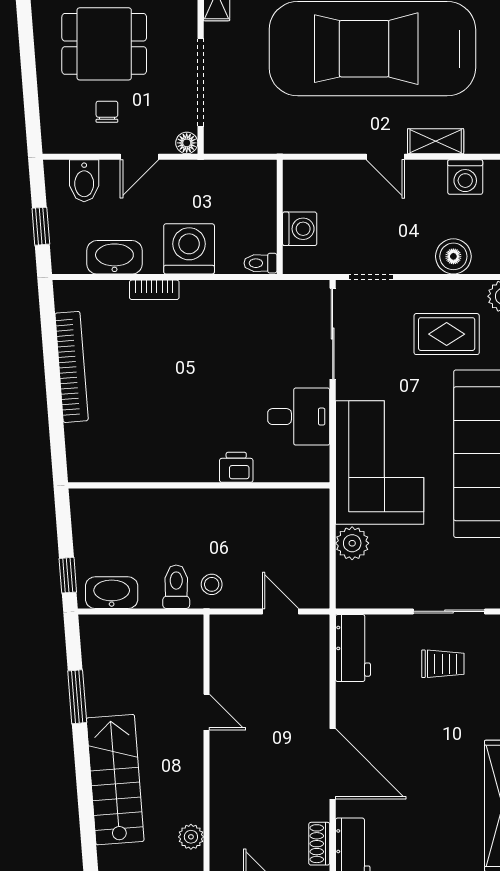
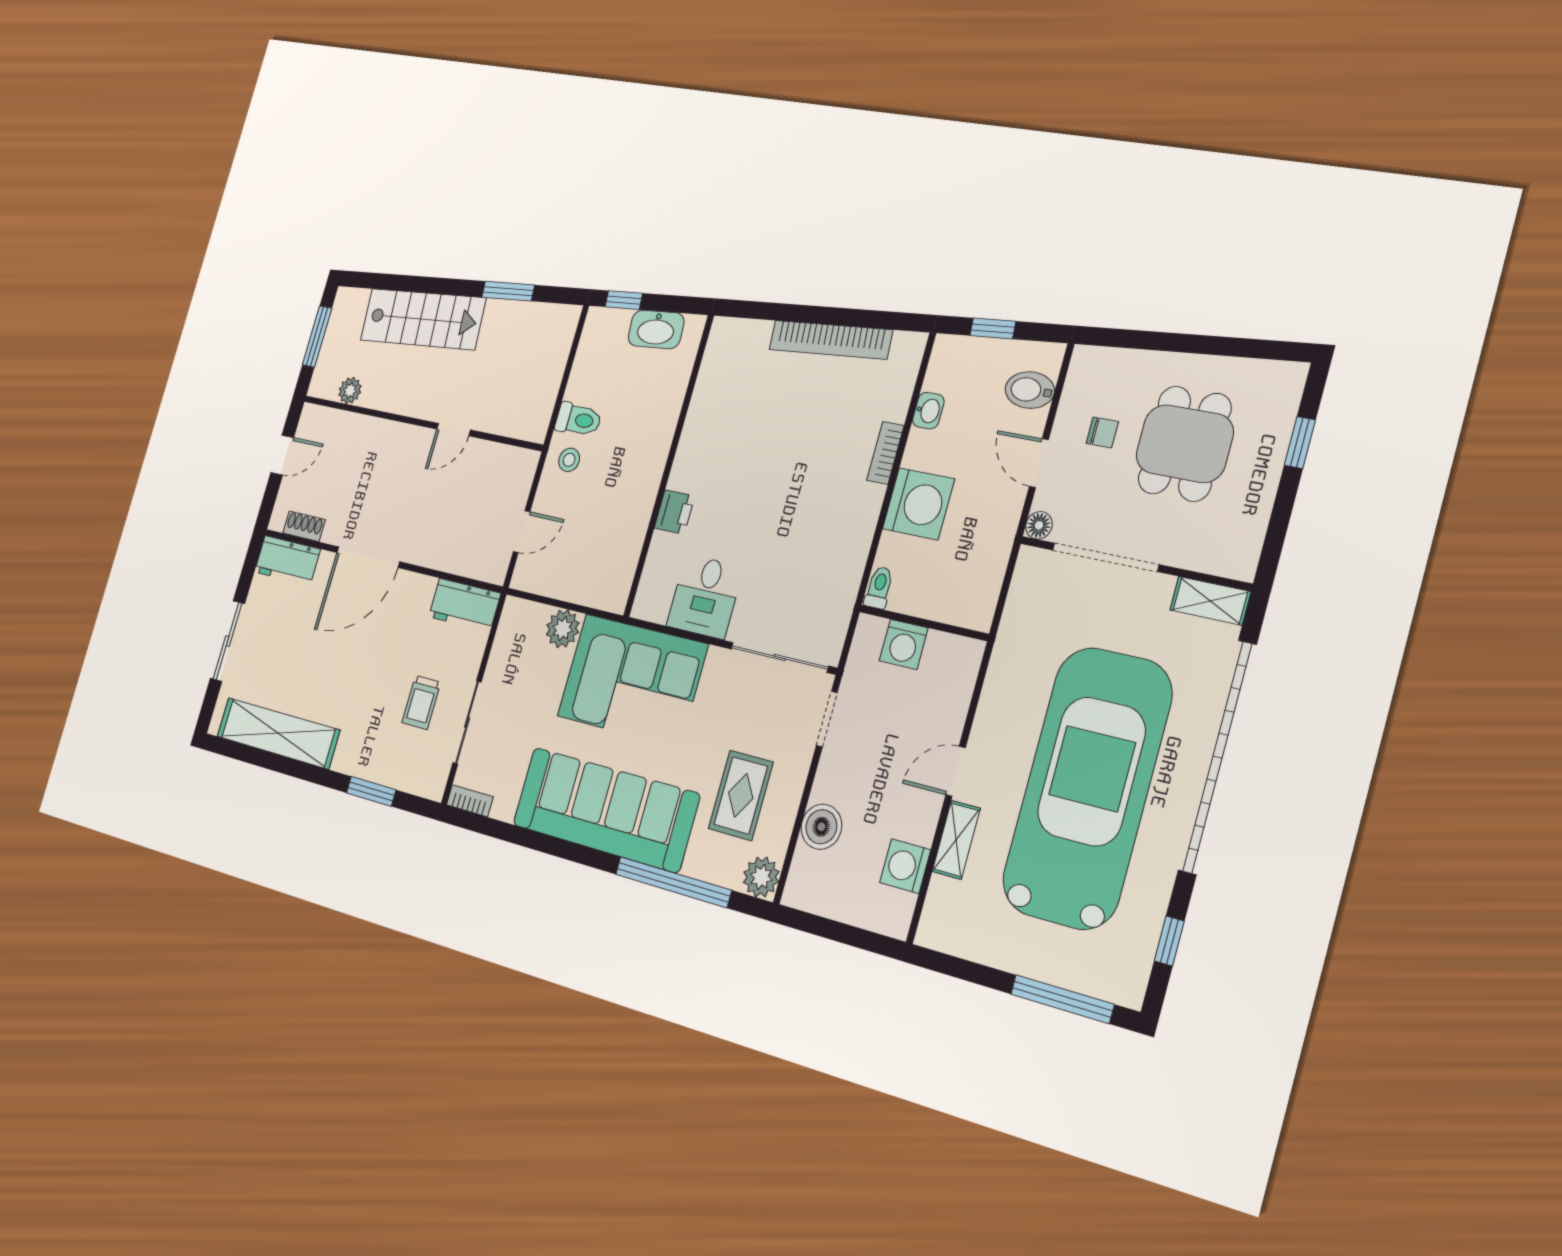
washbasin: (114, 257) -> (928, 411), width x0.52, depth x0.69
washbasin: (112, 593) -> (656, 329), moved, turned 86

